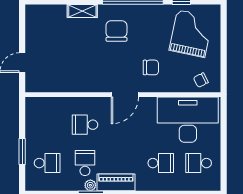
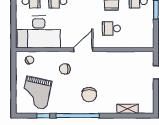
shelving: (82, 11) -> (128, 109), moved
school desk: (85, 125) -> (111, 28), turned 180

